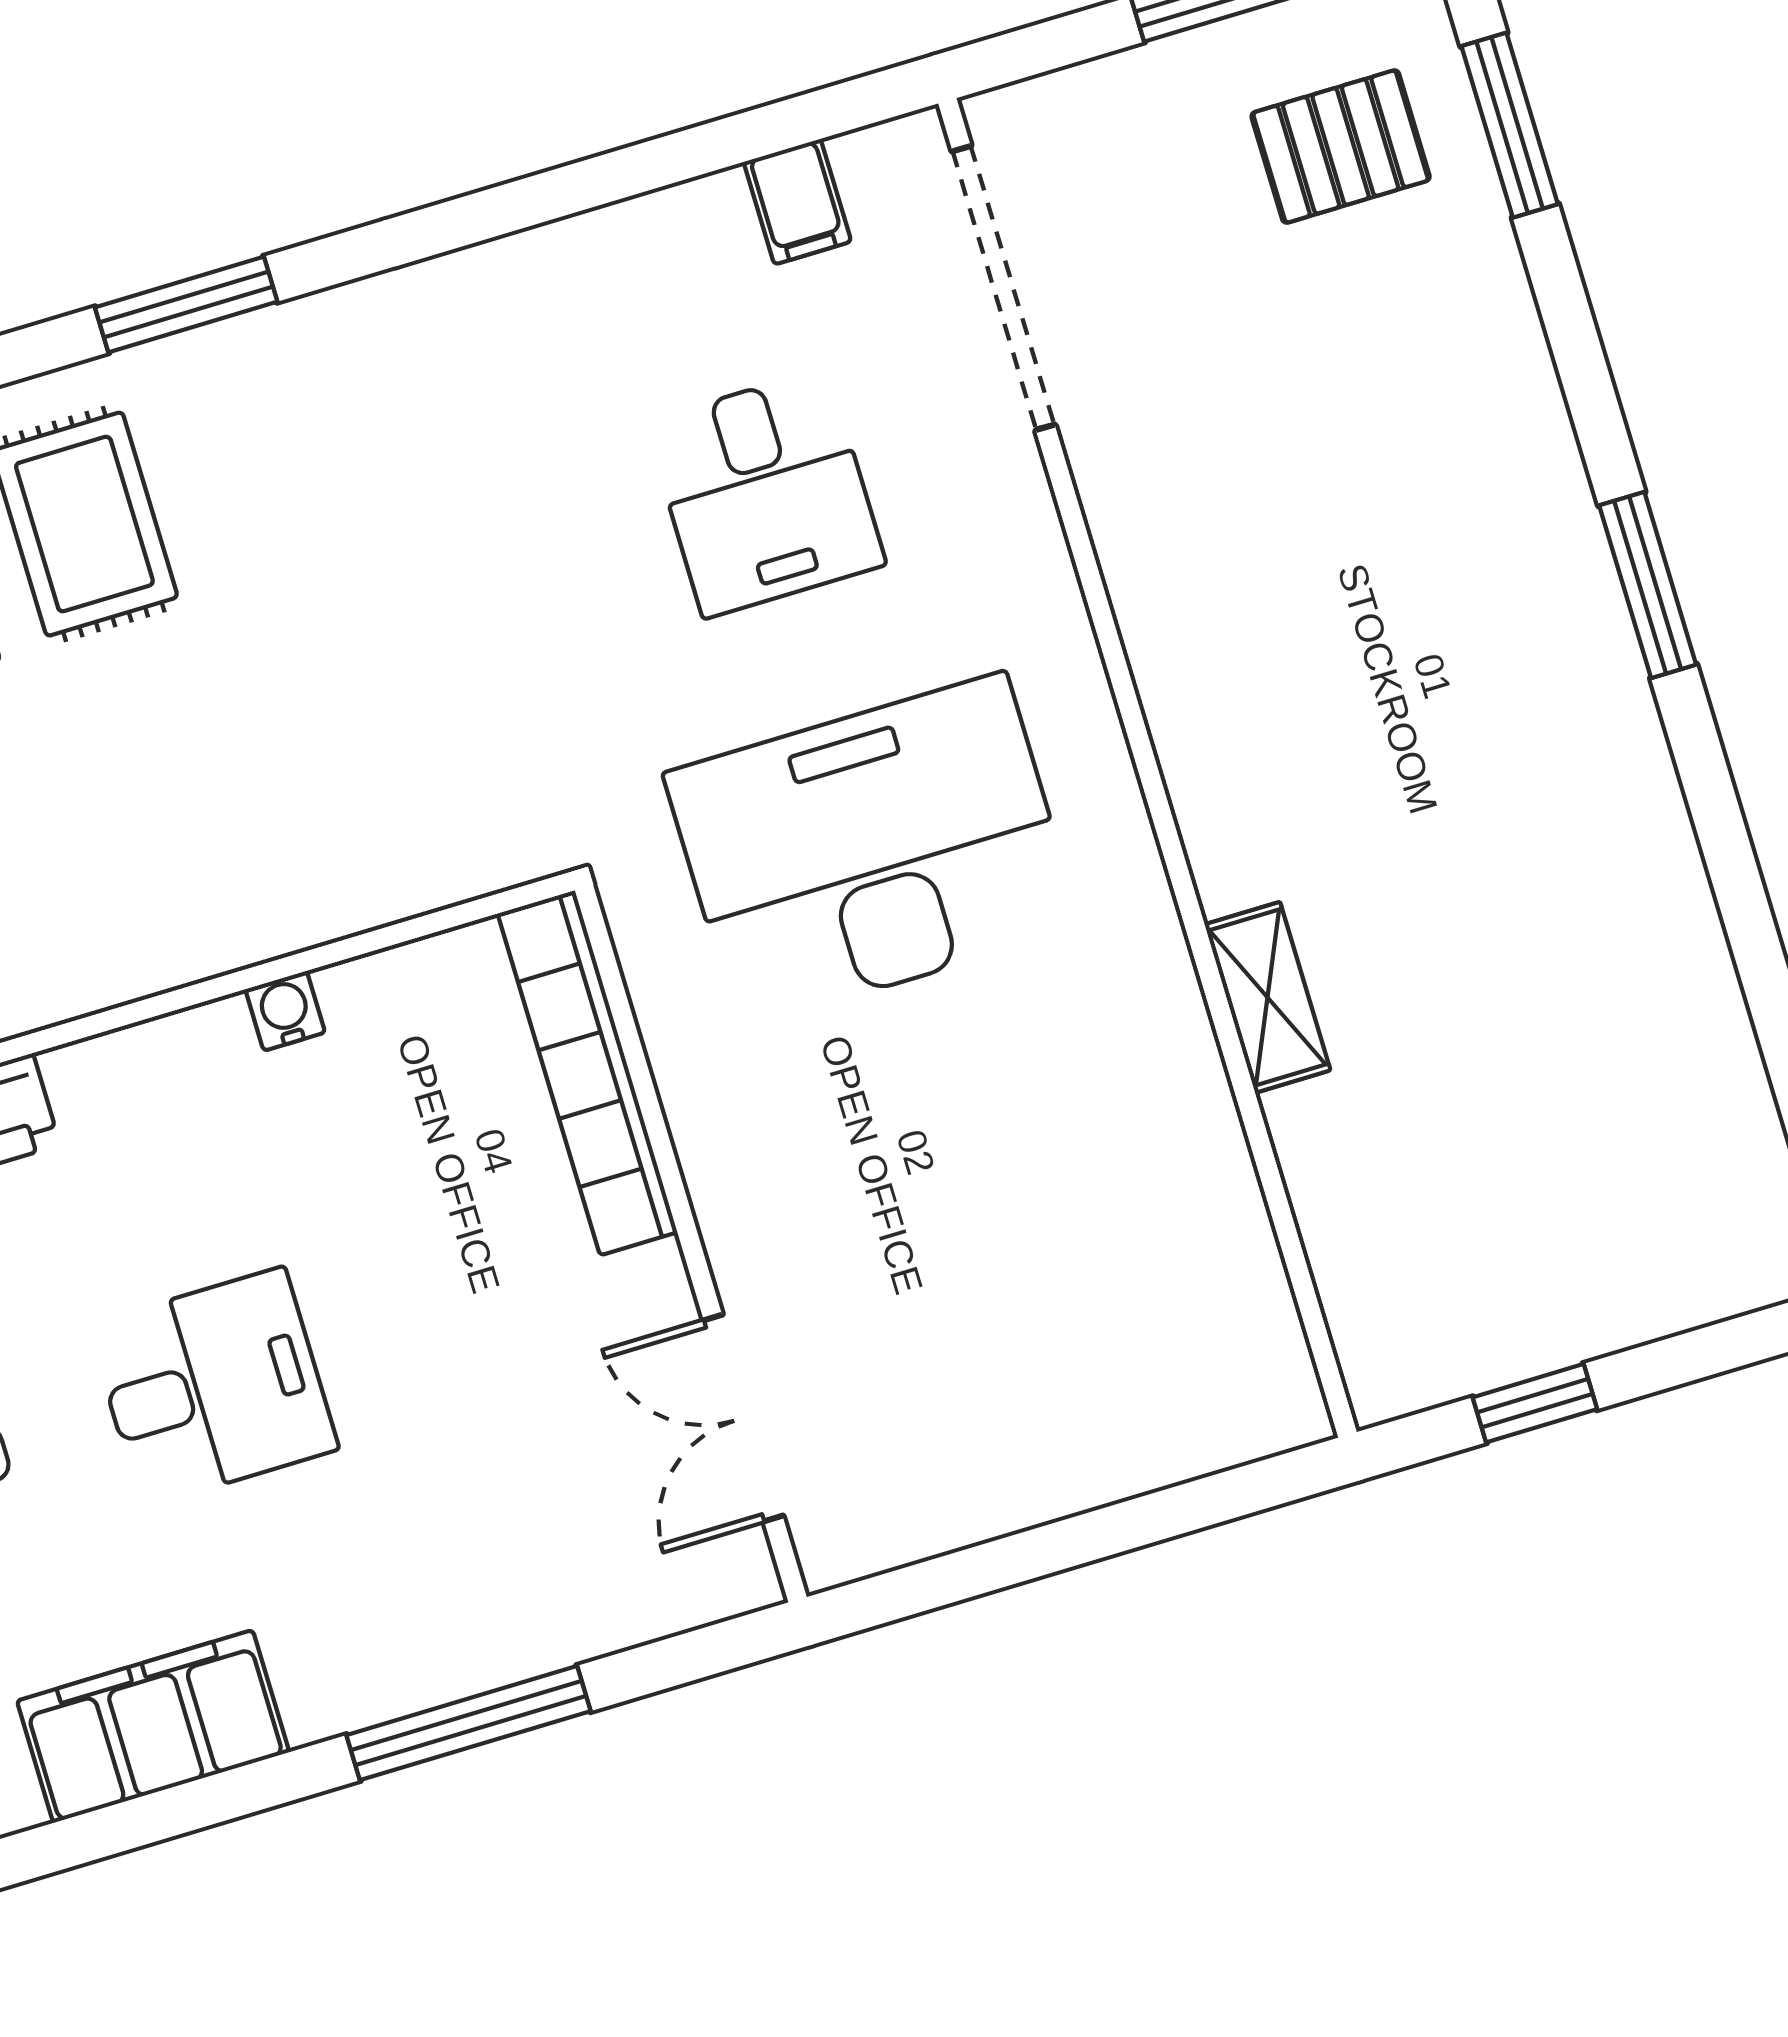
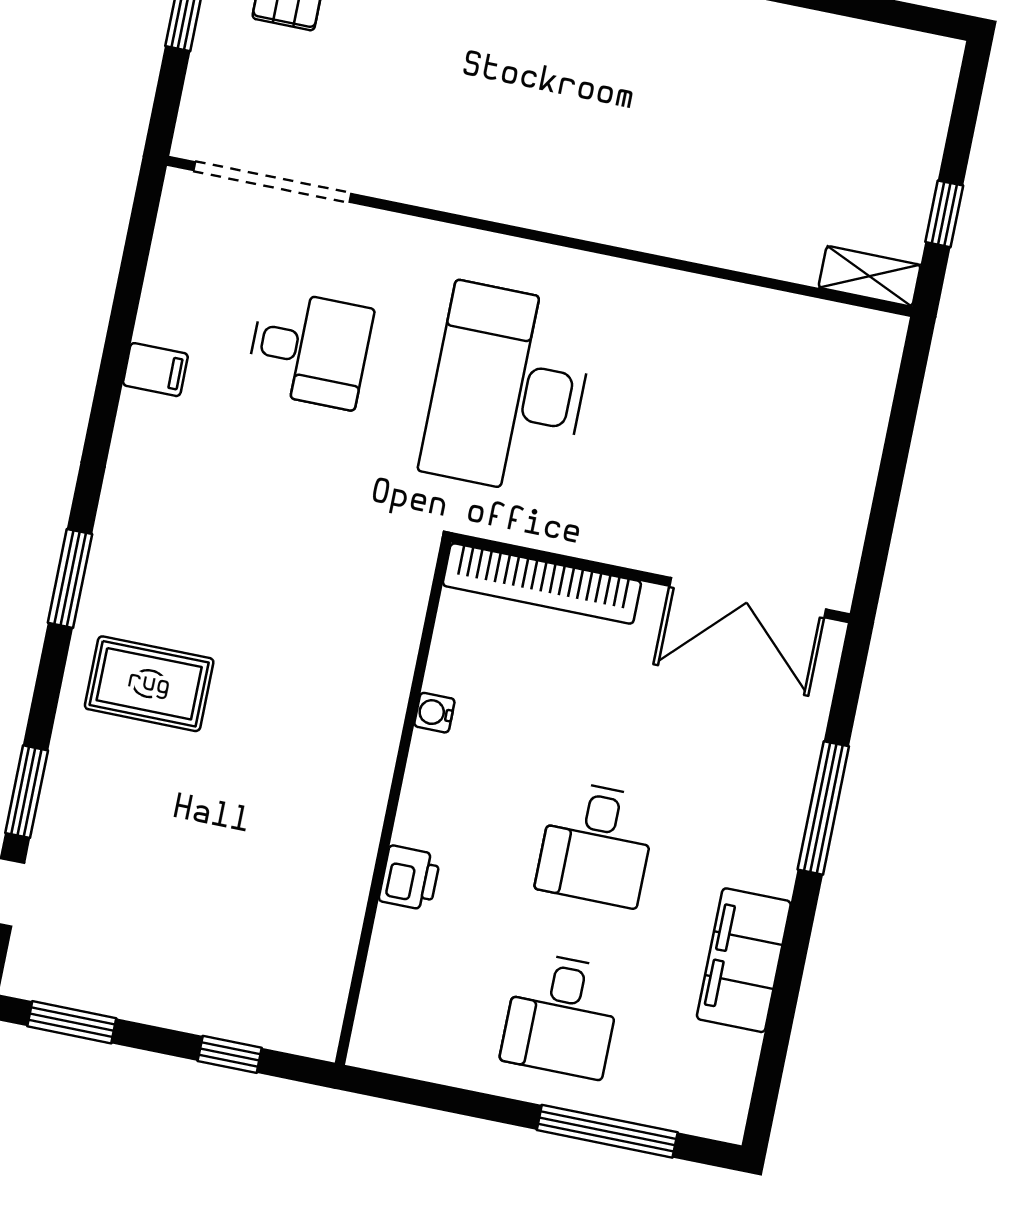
filing cabinet: (797, 202) -> (155, 370), moved
shelving: (1267, 997) -> (870, 276), moved
desk: (213, 1387) -> (596, 844), turned 180
double door: (743, 1418) -> (748, 598), width x1.37

